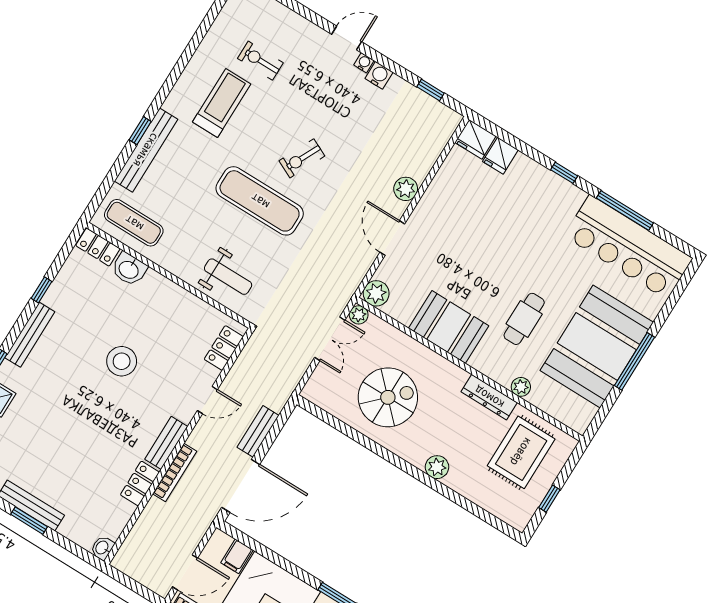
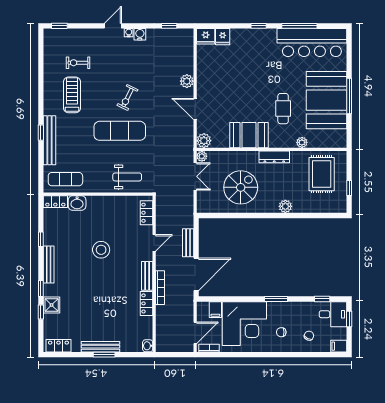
dresser: (489, 397) -> (274, 157), moved

